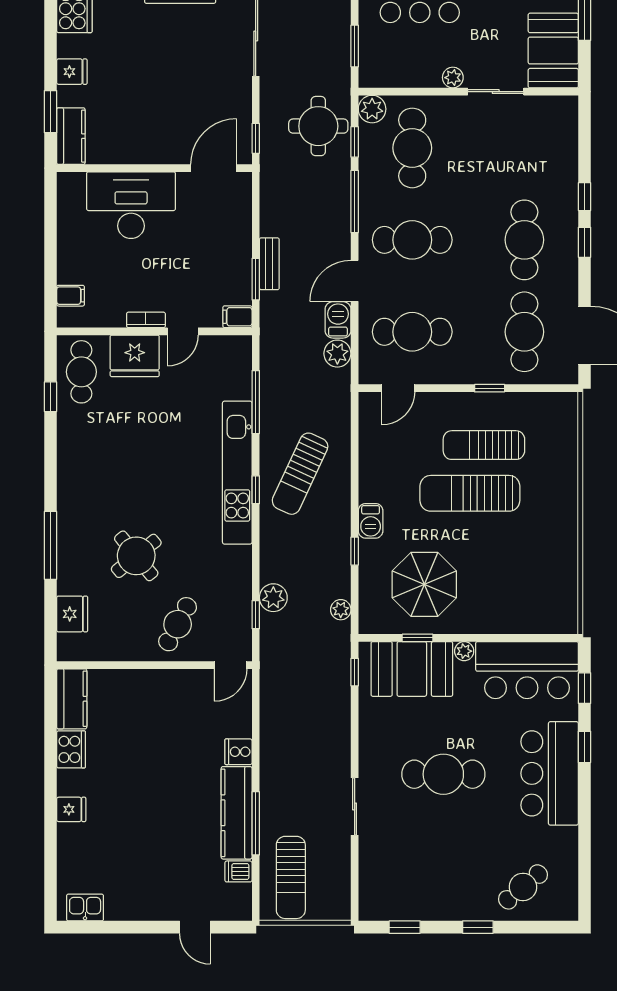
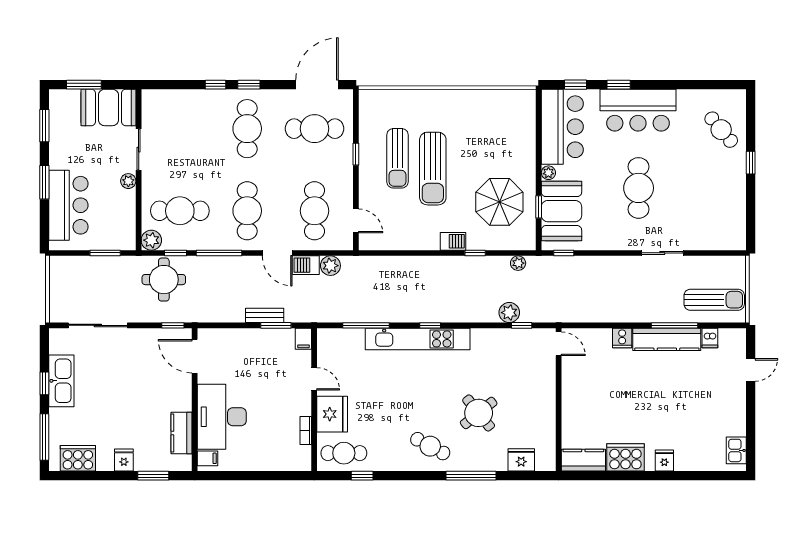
kitchen counter: (71, 136) -> (182, 433), moved, turned -90
cafe table: (524, 240) -> (247, 129), turned 90
filing cabinet: (71, 296) -> (208, 458), moved, turned 90
bookcase: (146, 320) -> (306, 430), moved
sun lounger: (300, 474) -> (418, 293), removed
cafe table: (178, 624) -> (430, 446), moved
cooker: (71, 749) -> (625, 457), width x1.37, depth x1.31
window: (405, 927) -> (751, 216), removed

